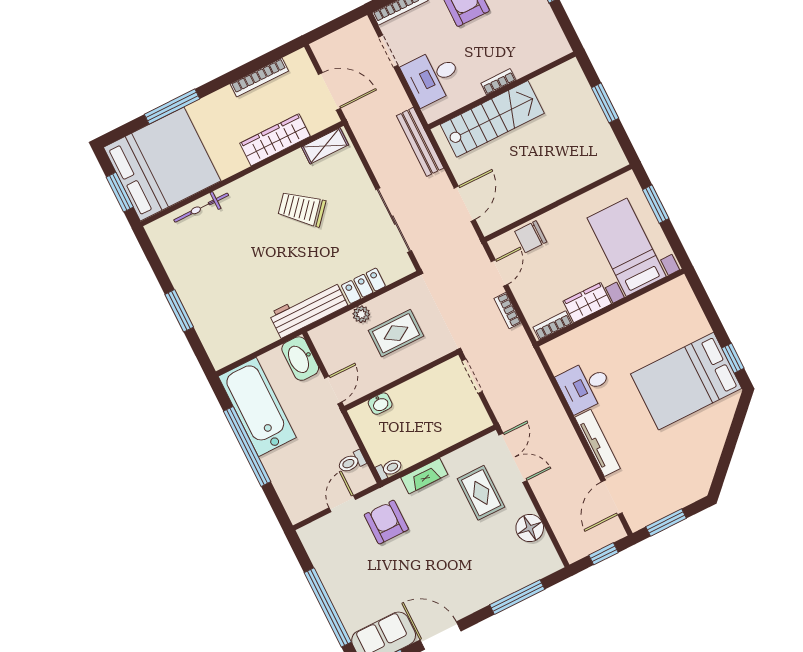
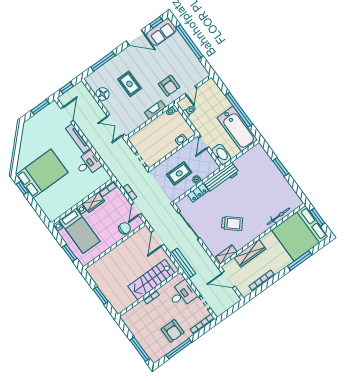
rug: (481, 493) -> (129, 84), moved

